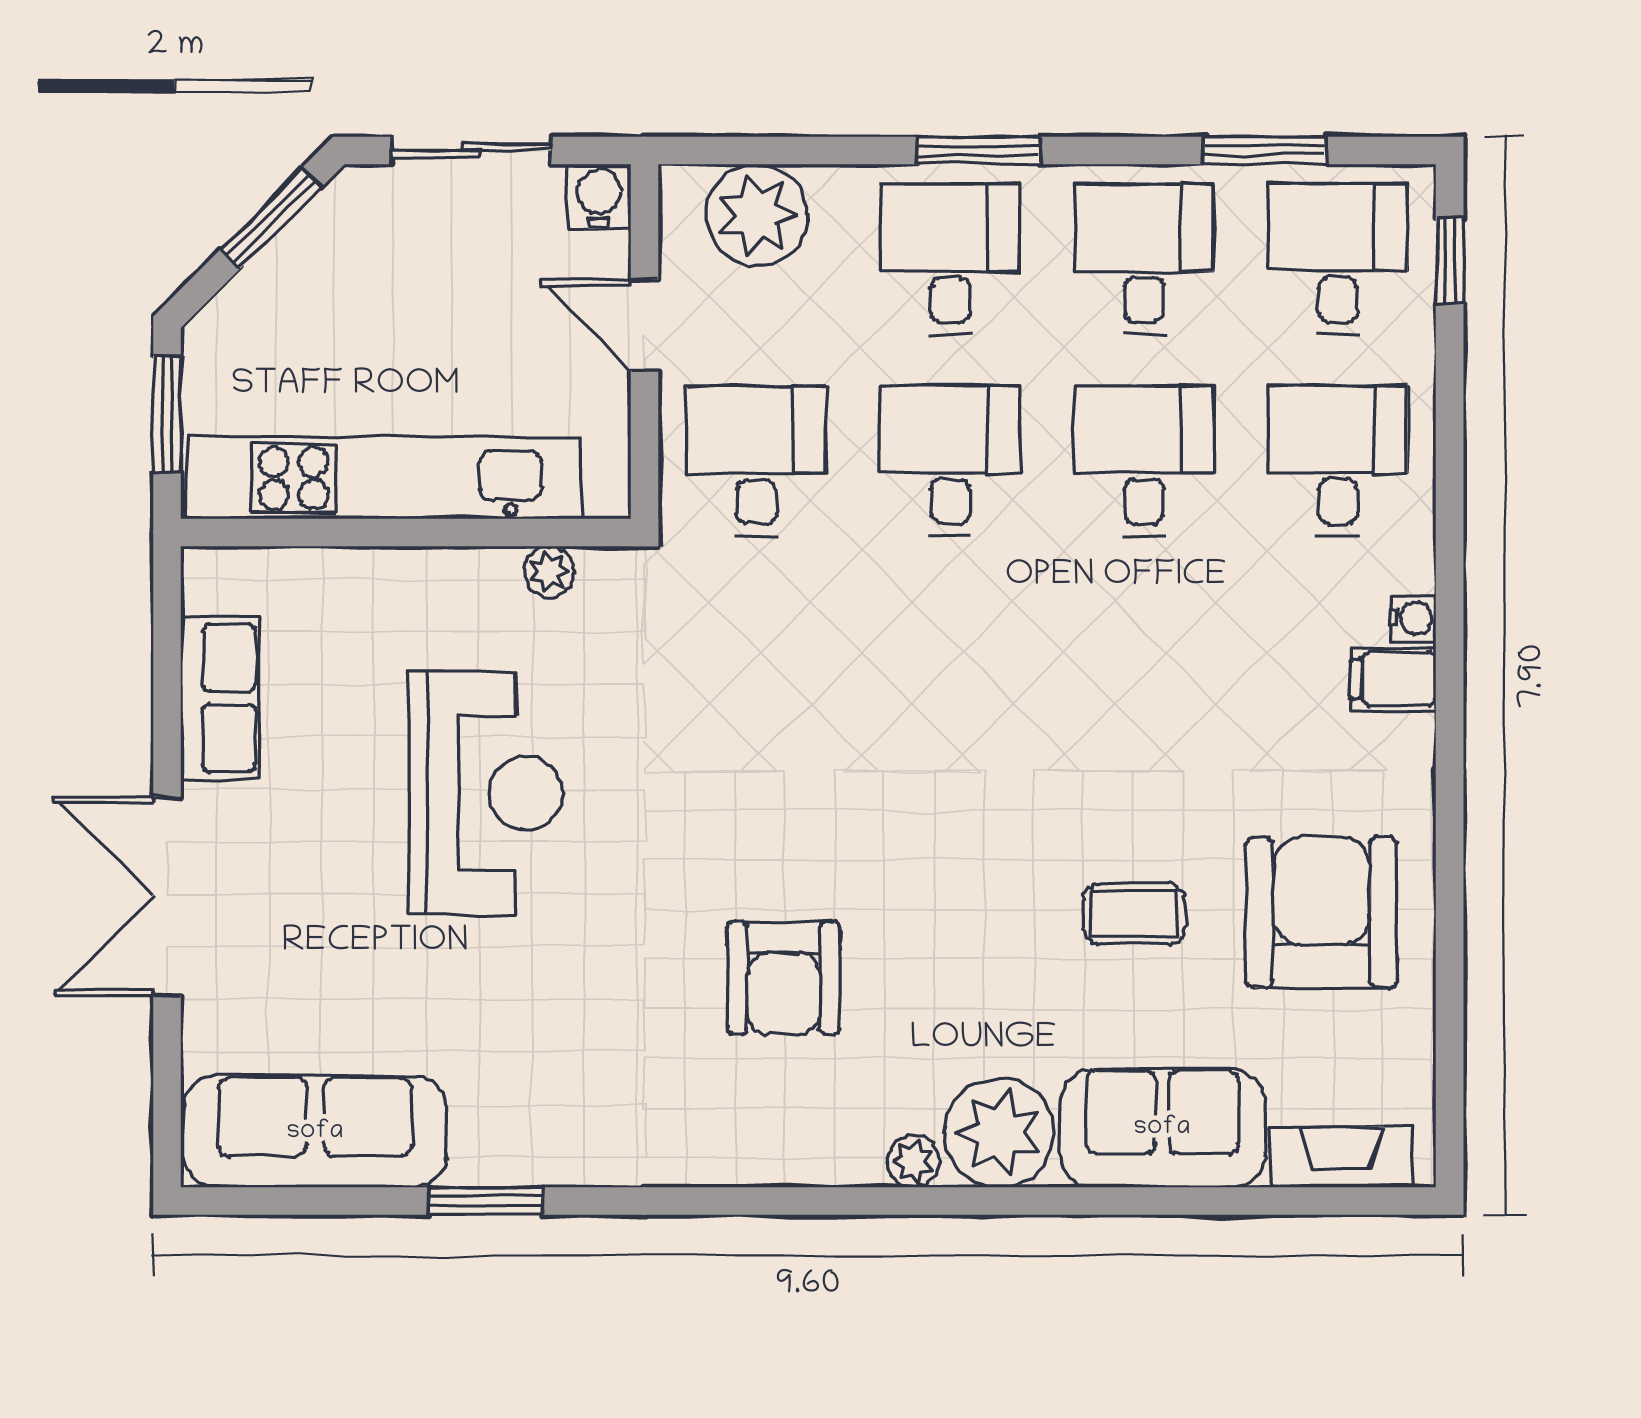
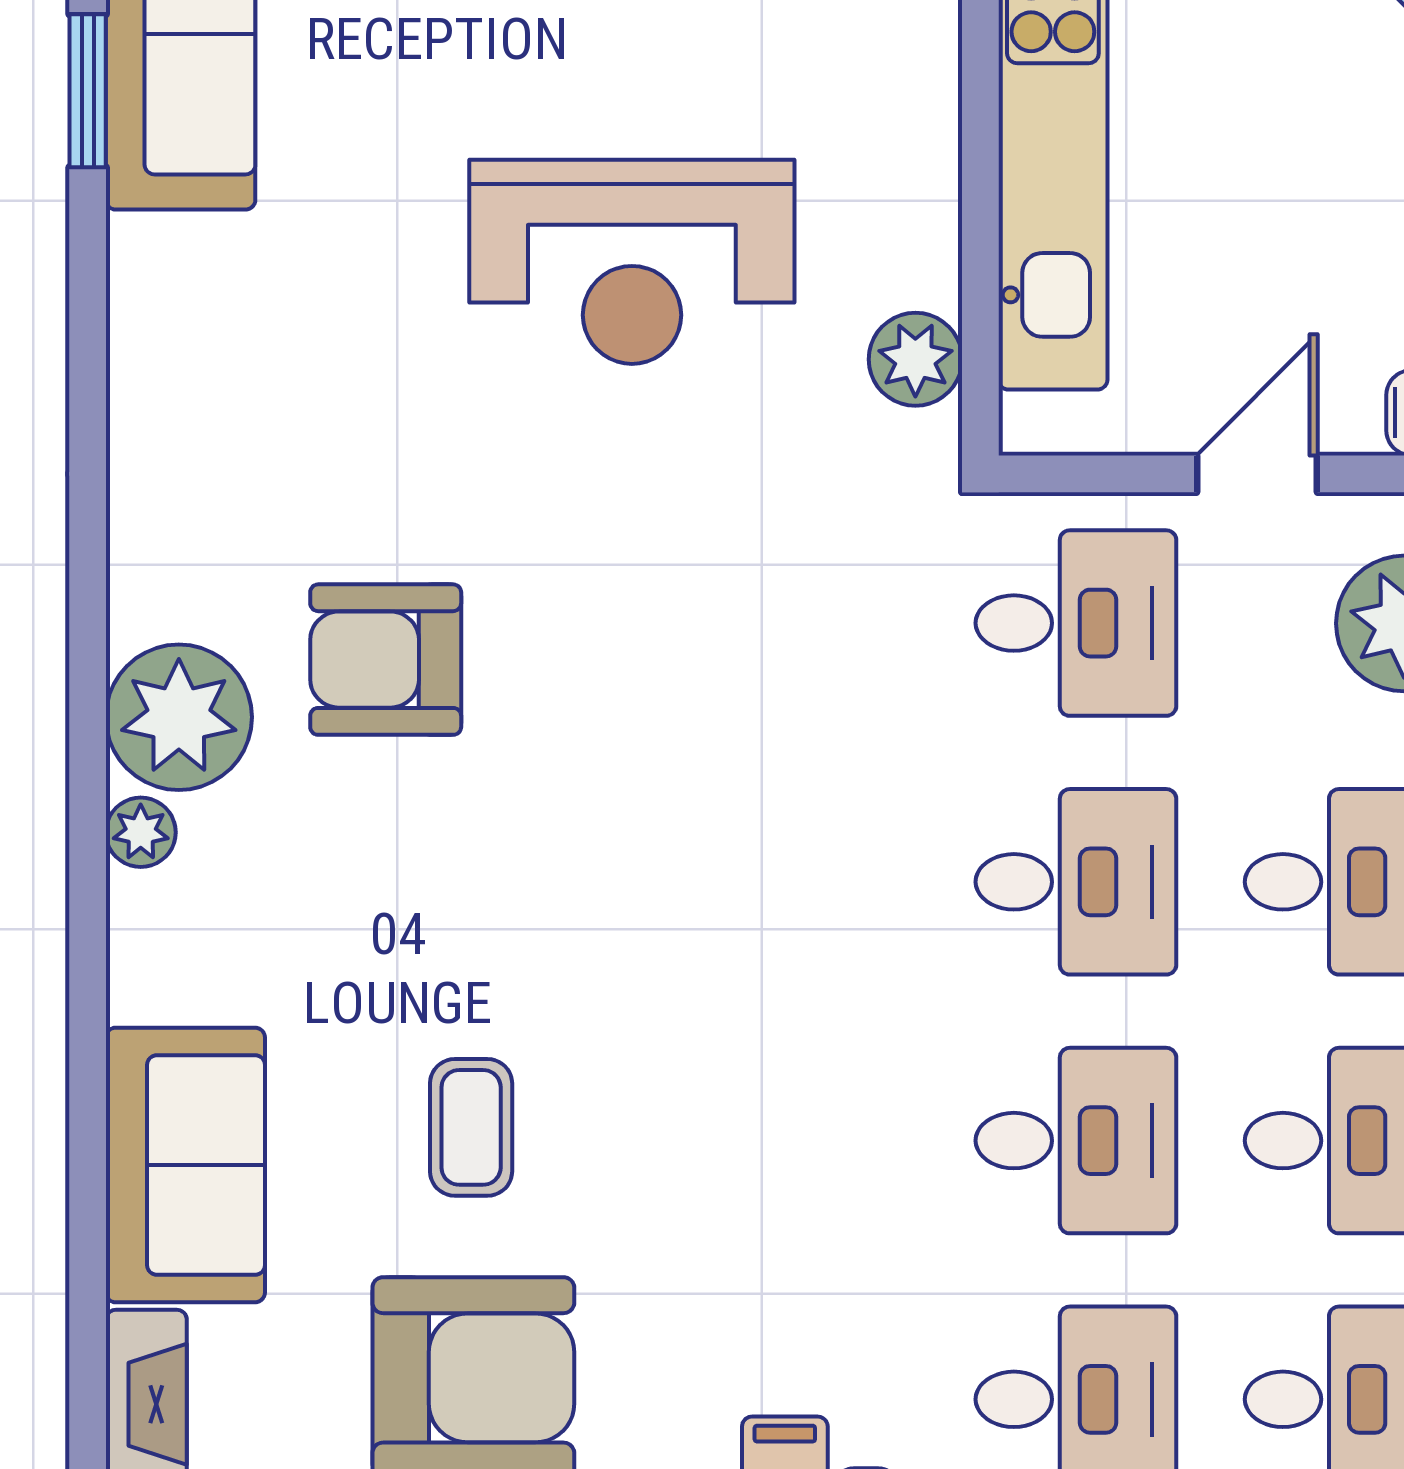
plant: (549, 572) -> (915, 359), width x1.38, depth x1.38
plant: (999, 1133) -> (179, 717), moved
window: (486, 1201) -> (88, 91), moved

